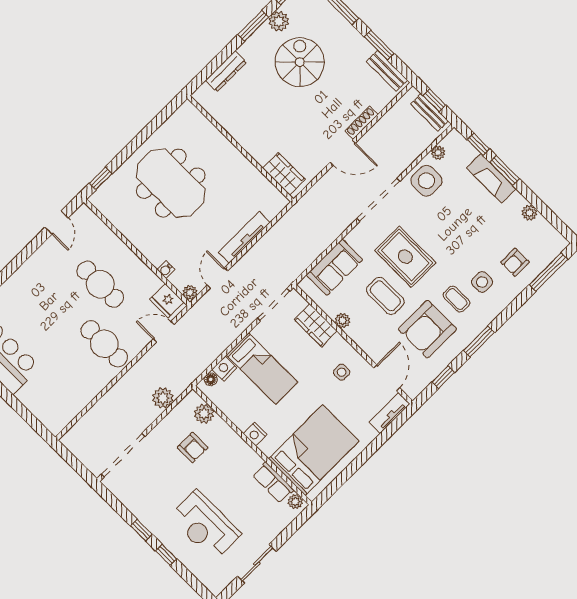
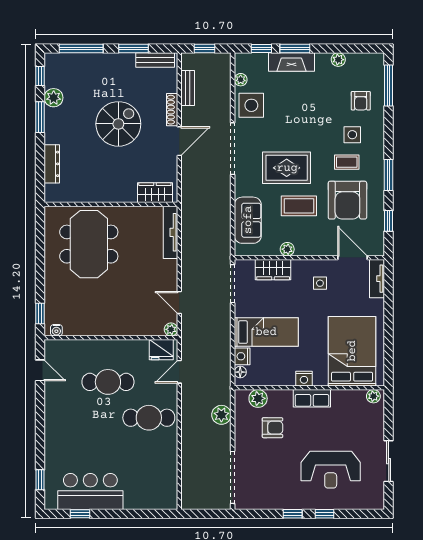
spiral stairs: (300, 62) -> (118, 124), moved, turned 90
bench: (429, 112) -> (188, 88), moved, turned 90
meeting table: (171, 183) -> (89, 244), moved, turned 90
tv unit: (244, 237) -> (171, 232), moved
water cooler: (166, 270) -> (56, 330), moved
row of seats: (273, 483) -> (312, 398), moved

